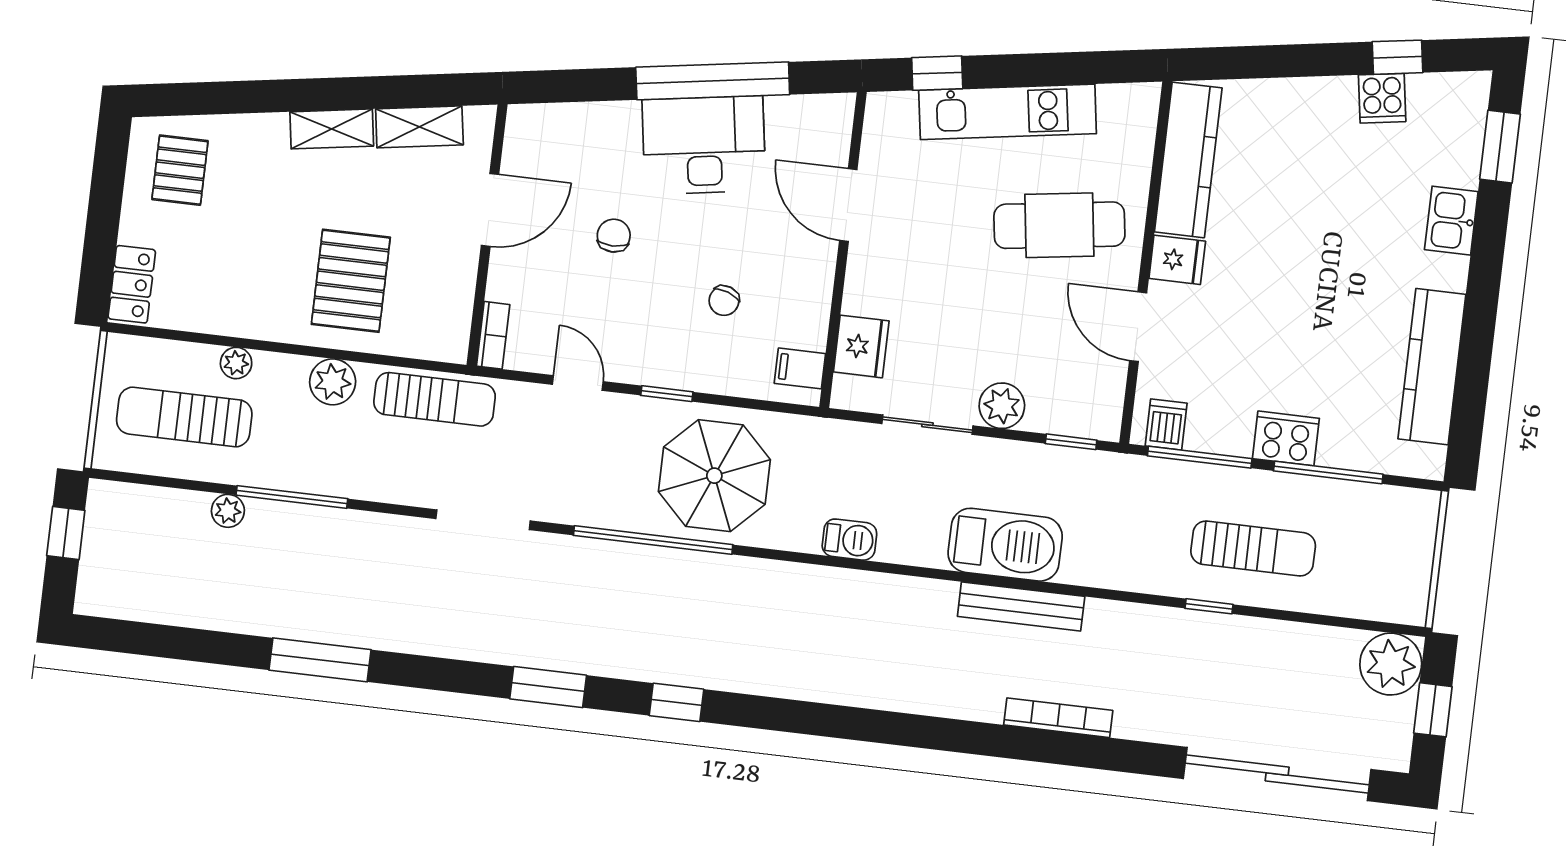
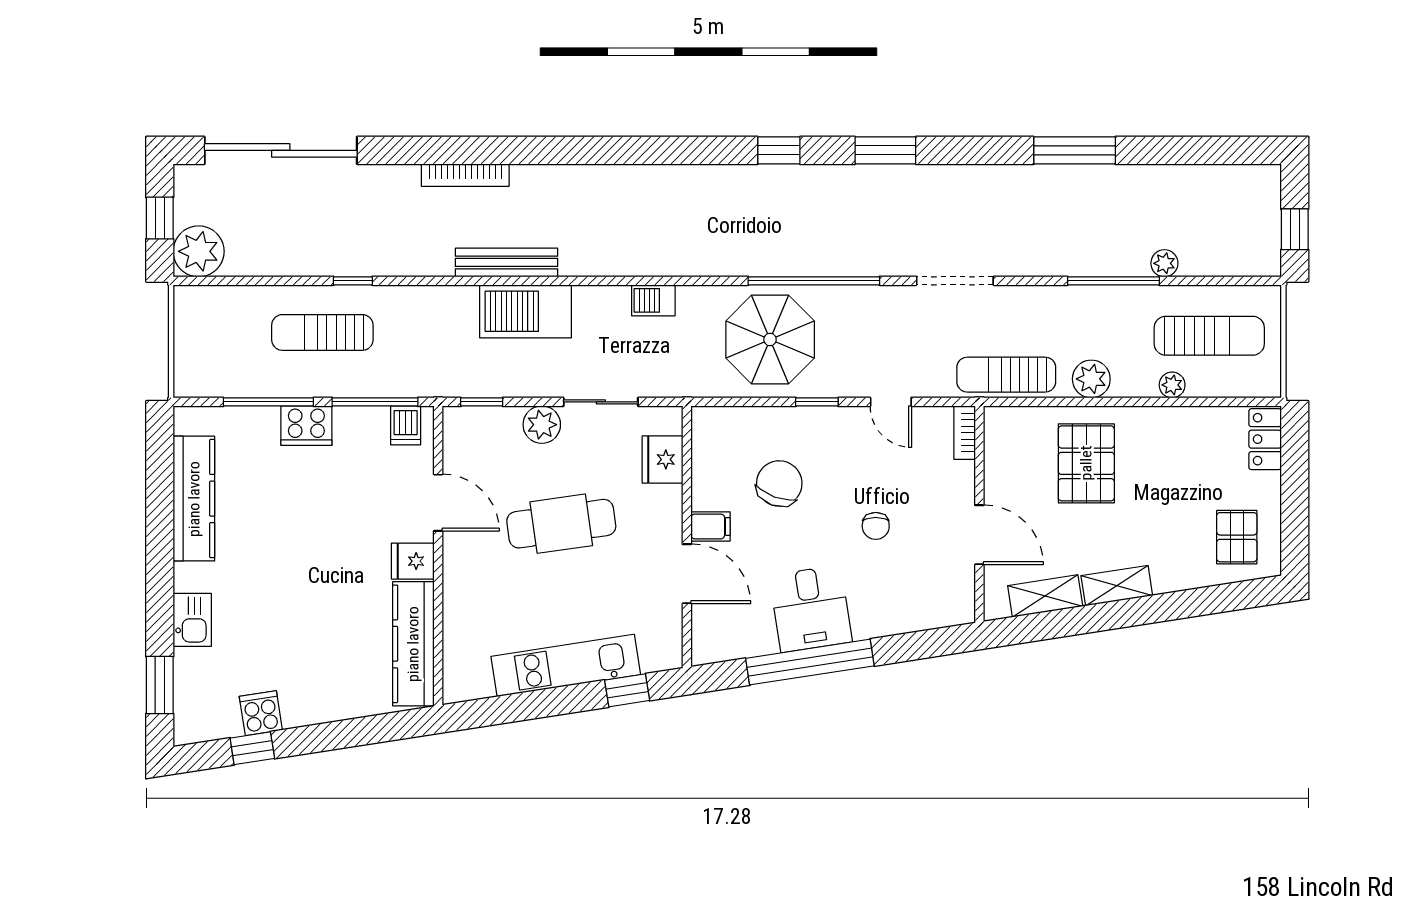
desk: (704, 145) -> (811, 609), width x0.73
door: (490, 210) -> (979, 535), swing flipped
cafe table: (1059, 225) -> (561, 524), moved
chair: (724, 301) -> (779, 483), width x1.87, depth x1.87
filing cabinet: (800, 368) -> (711, 526), moved

